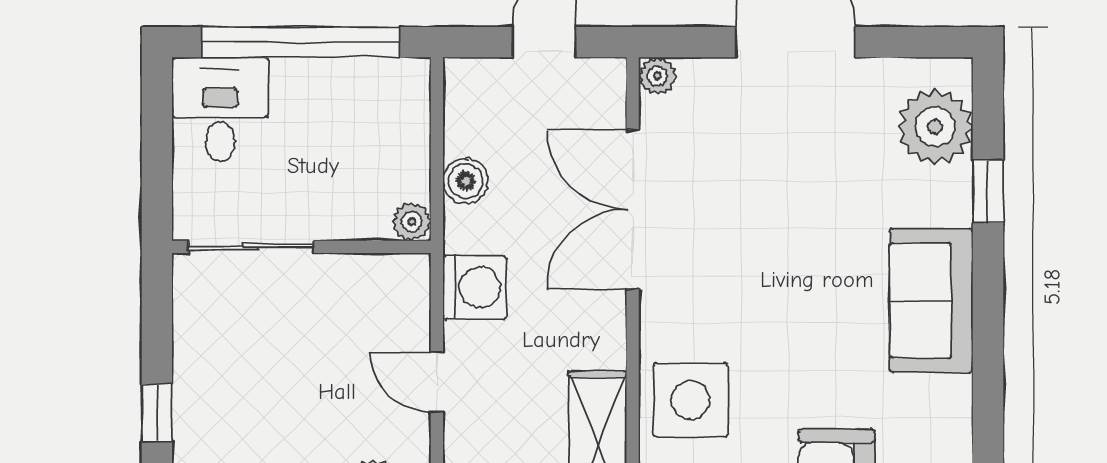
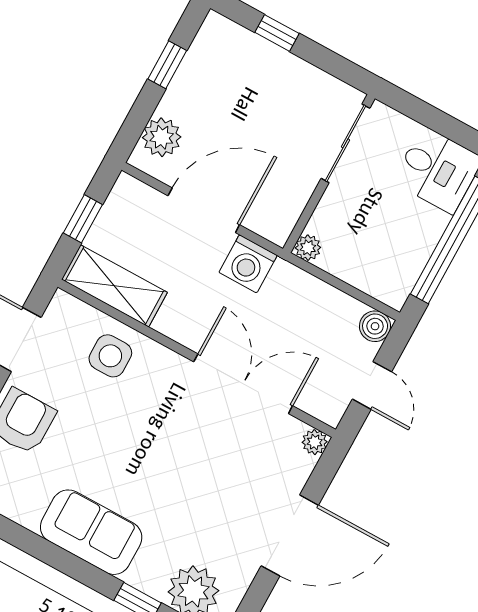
boiler: (466, 181) -> (375, 326), moved
door: (437, 382) -> (204, 210), width x1.88
side table: (690, 400) -> (110, 356), width x0.73, depth x0.73

